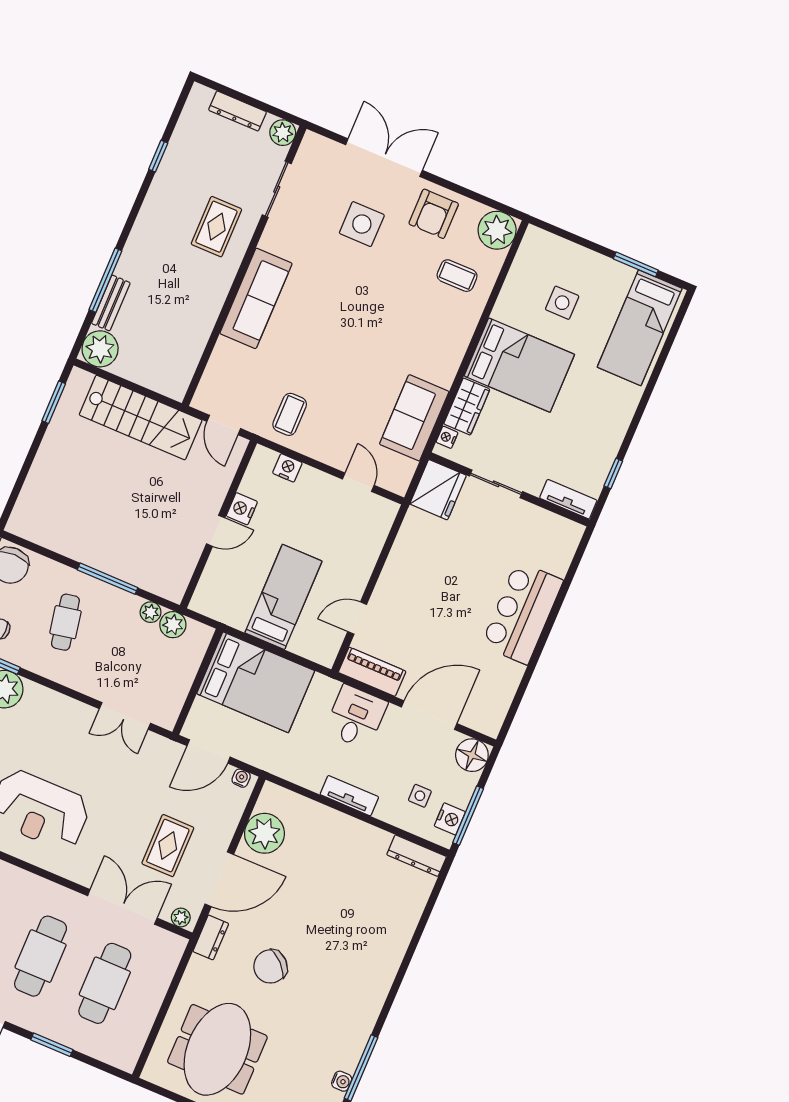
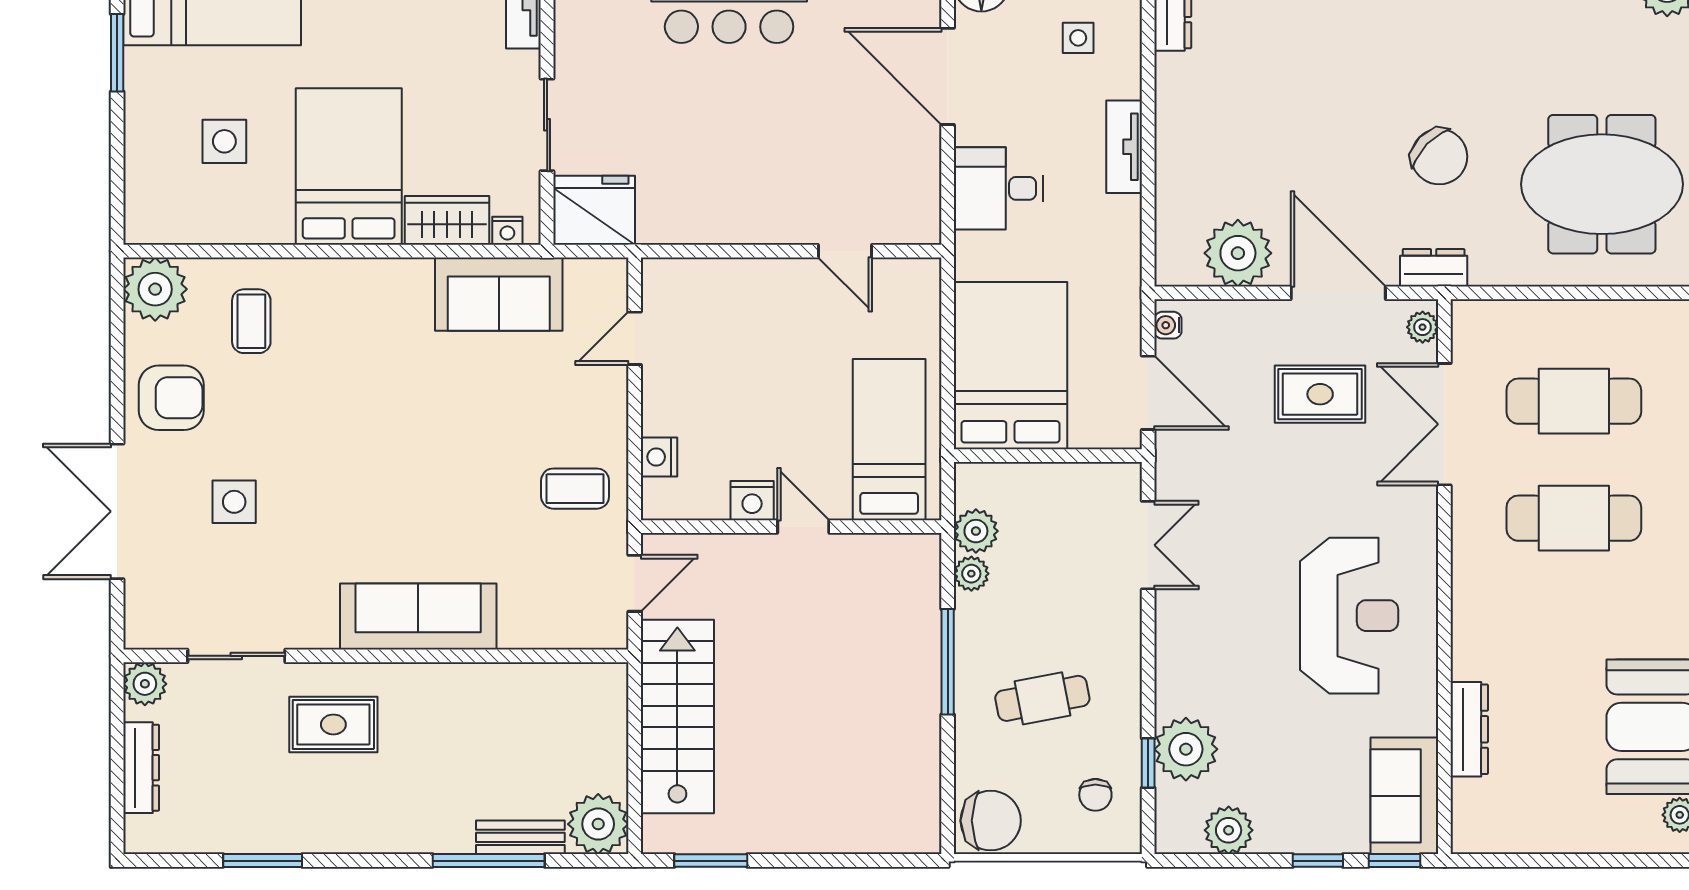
window: (158, 156) -> (263, 861), width x1.50
side table: (362, 224) -> (234, 502), width x0.73, depth x0.73
bed: (283, 597) -> (889, 440), moved, turned 90
piano: (372, 672) -> (918, 193), removed

